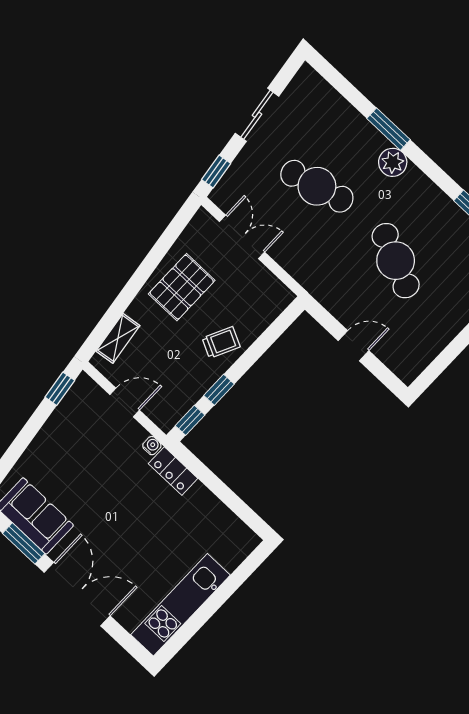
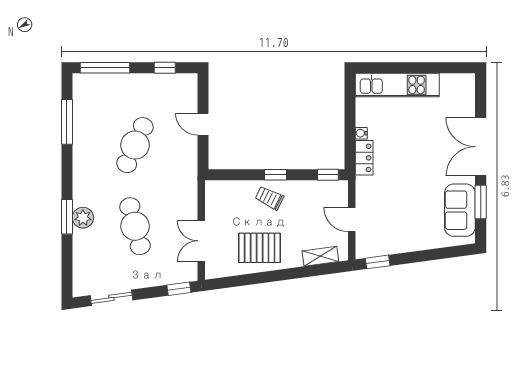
sliding door: (257, 115) -> (111, 298), moved
plant: (393, 162) -> (83, 218), moved
window: (443, 360) -> (165, 68), added
window: (219, 390) -> (276, 175), moved
water cooler: (152, 446) -> (361, 133), moved
kitchen unit: (180, 605) -> (397, 85), moved

